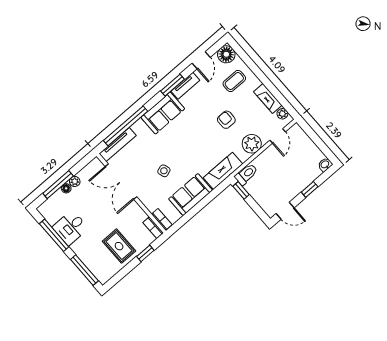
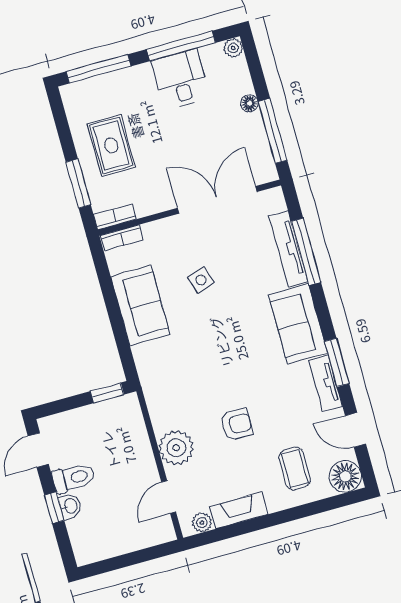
window: (126, 126) -> (306, 252), width x0.68
door: (278, 136) -> (169, 497), hinge flipped
tv unit: (118, 145) -> (288, 249), moved
washbasin: (325, 165) -> (70, 506), moved
fireplace: (223, 171) -> (154, 378), removed
toilet: (246, 174) -> (74, 478), moved, turned -90
plant: (75, 181) -> (233, 48), moved
window: (58, 185) -> (273, 131), moved
rug: (119, 246) -> (111, 145), turned 90
window: (145, 253) -> (78, 183), width x1.50

